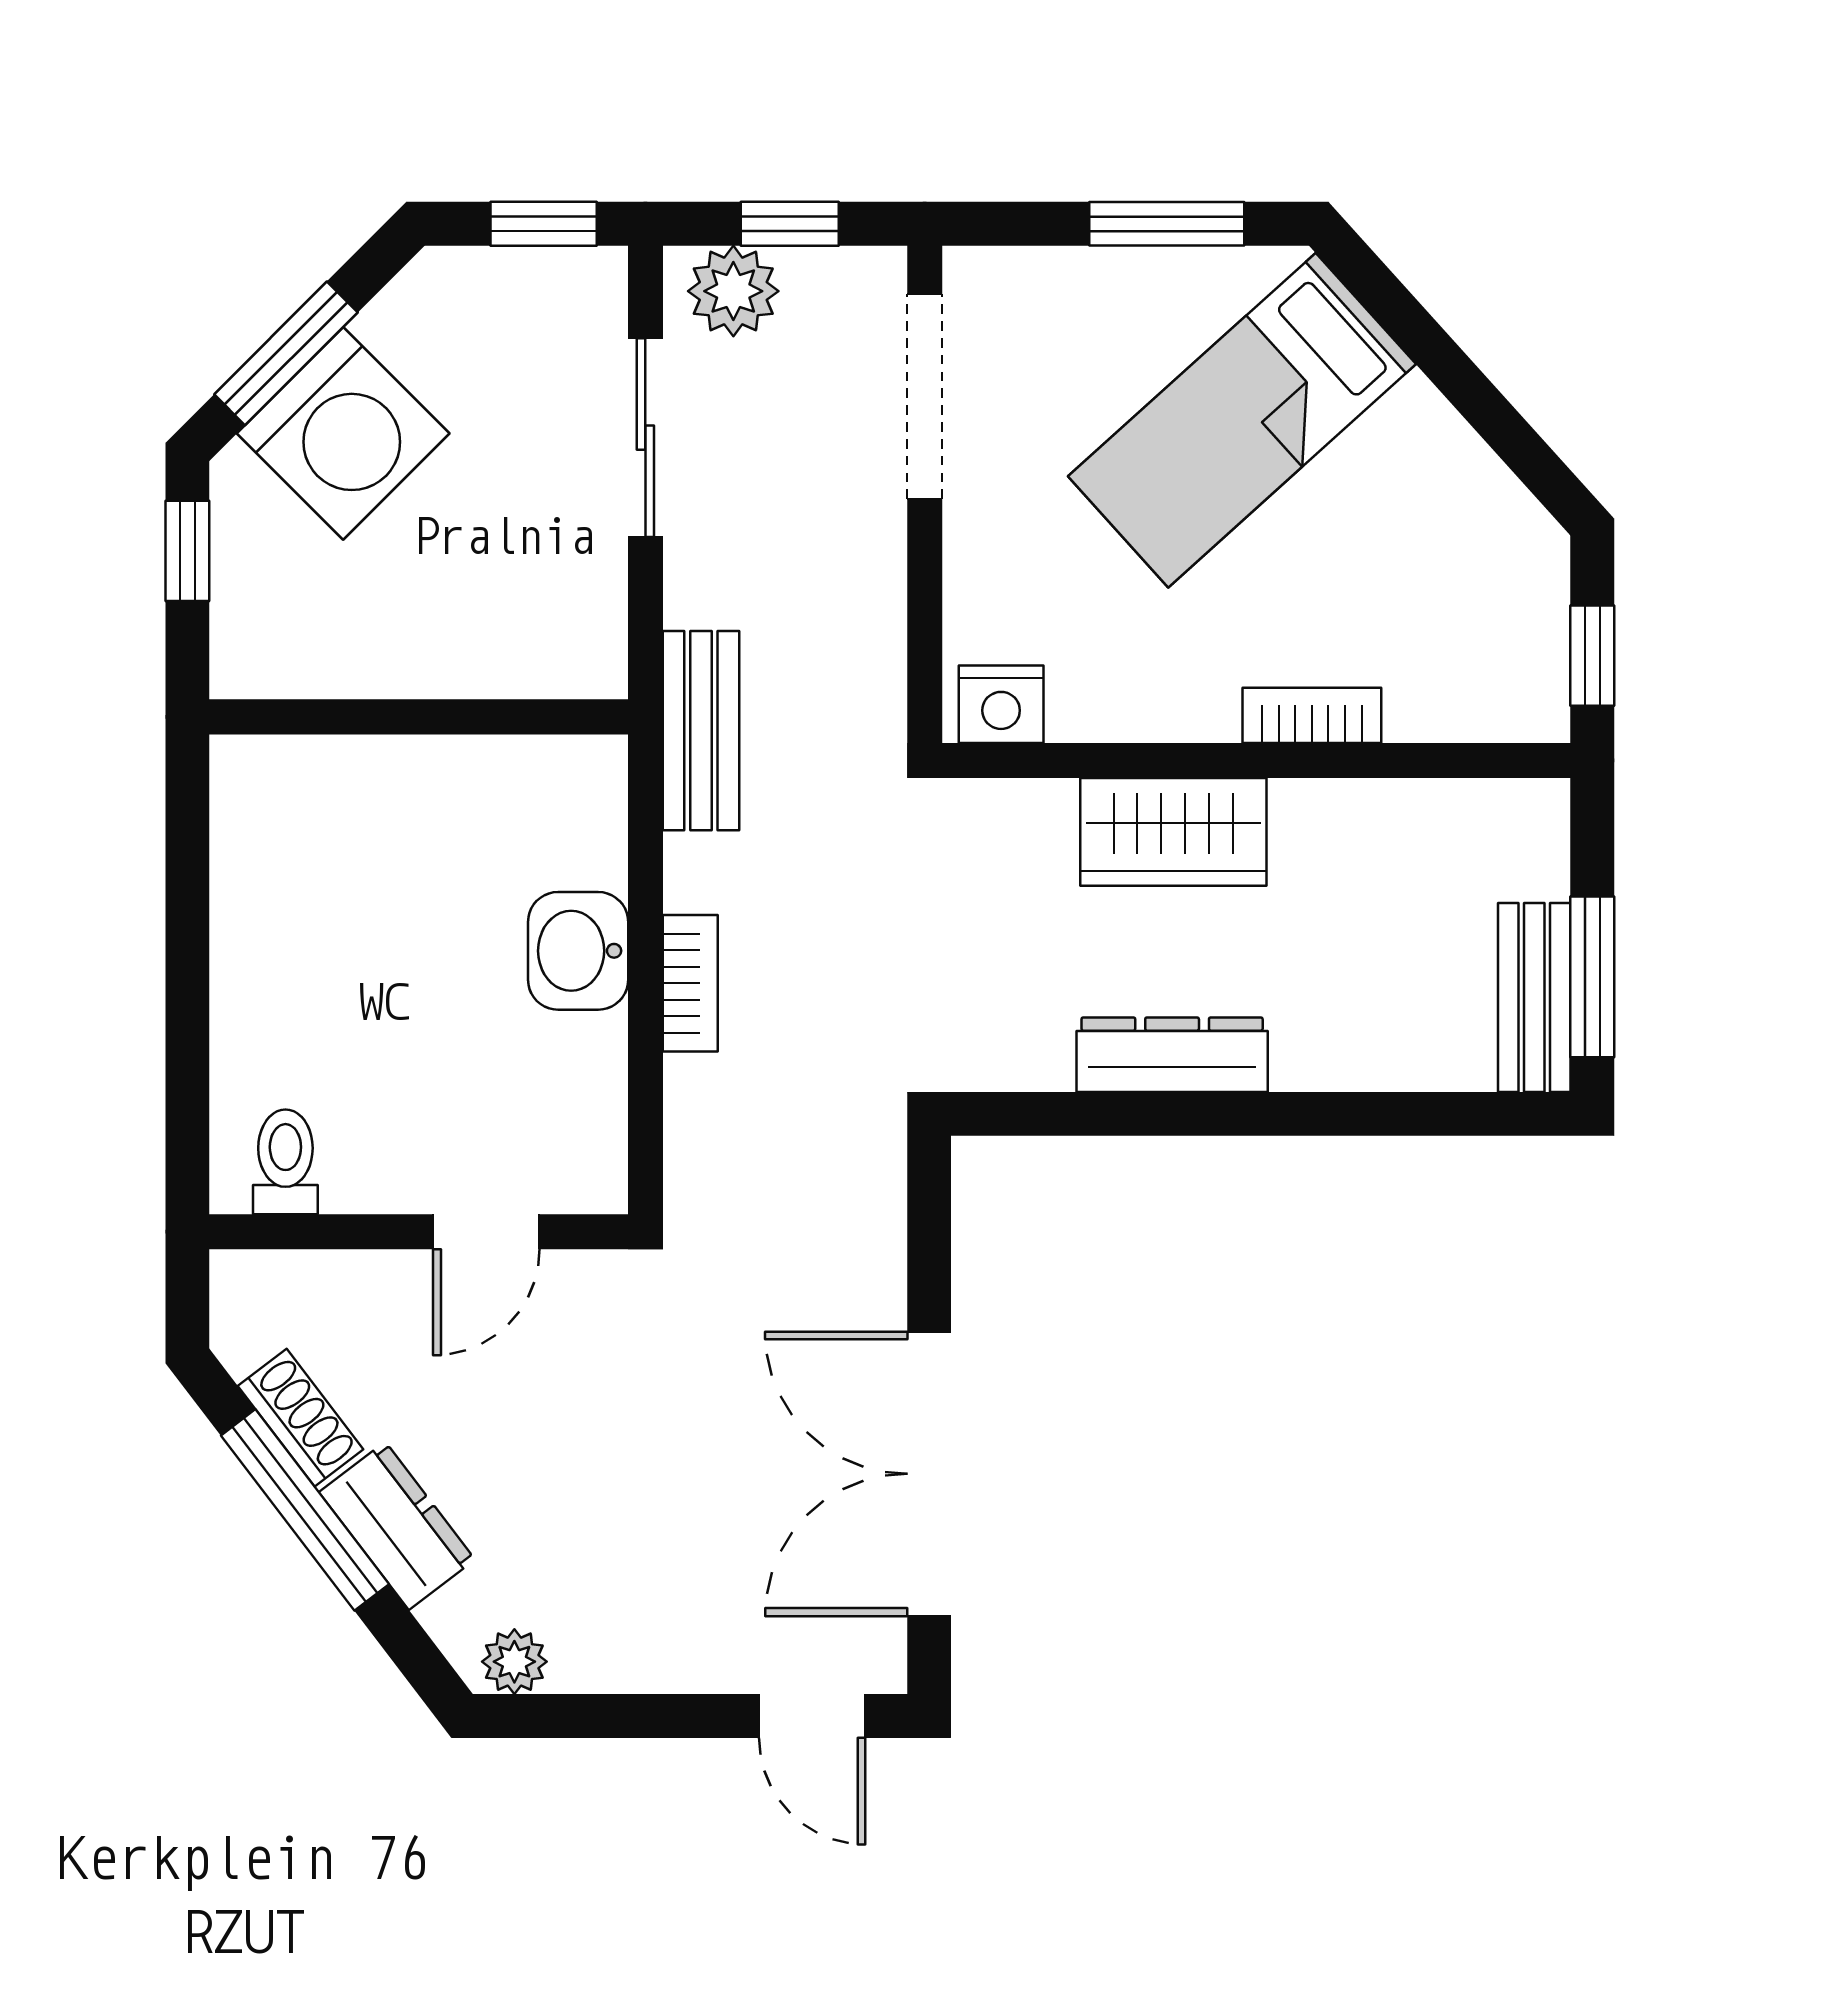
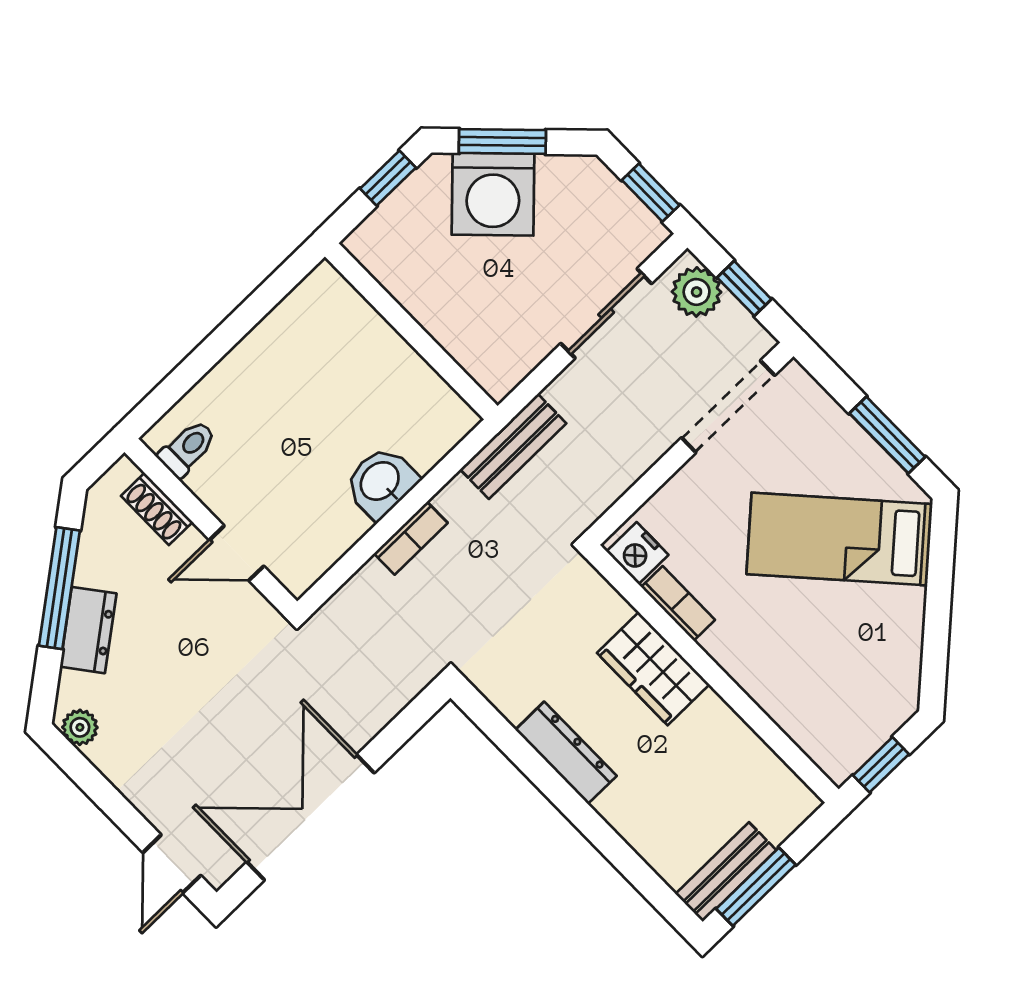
bookcase: (1312, 715) -> (678, 603), moved
shoe rack: (301, 1418) -> (157, 509), moved, turned 127

